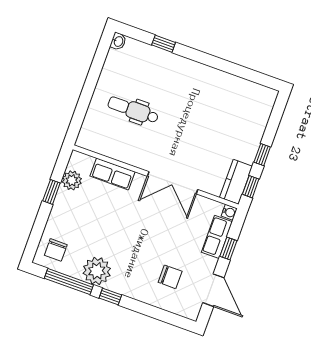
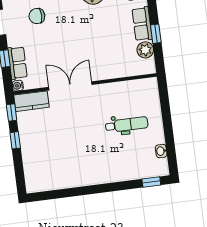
washbasin: (118, 41) -> (161, 151), moved
window: (164, 44) -> (151, 182), moved
row of seats: (113, 174) -> (142, 24), moved, turned -90
kitchen counter: (236, 182) -> (31, 101), moved, turned 90

